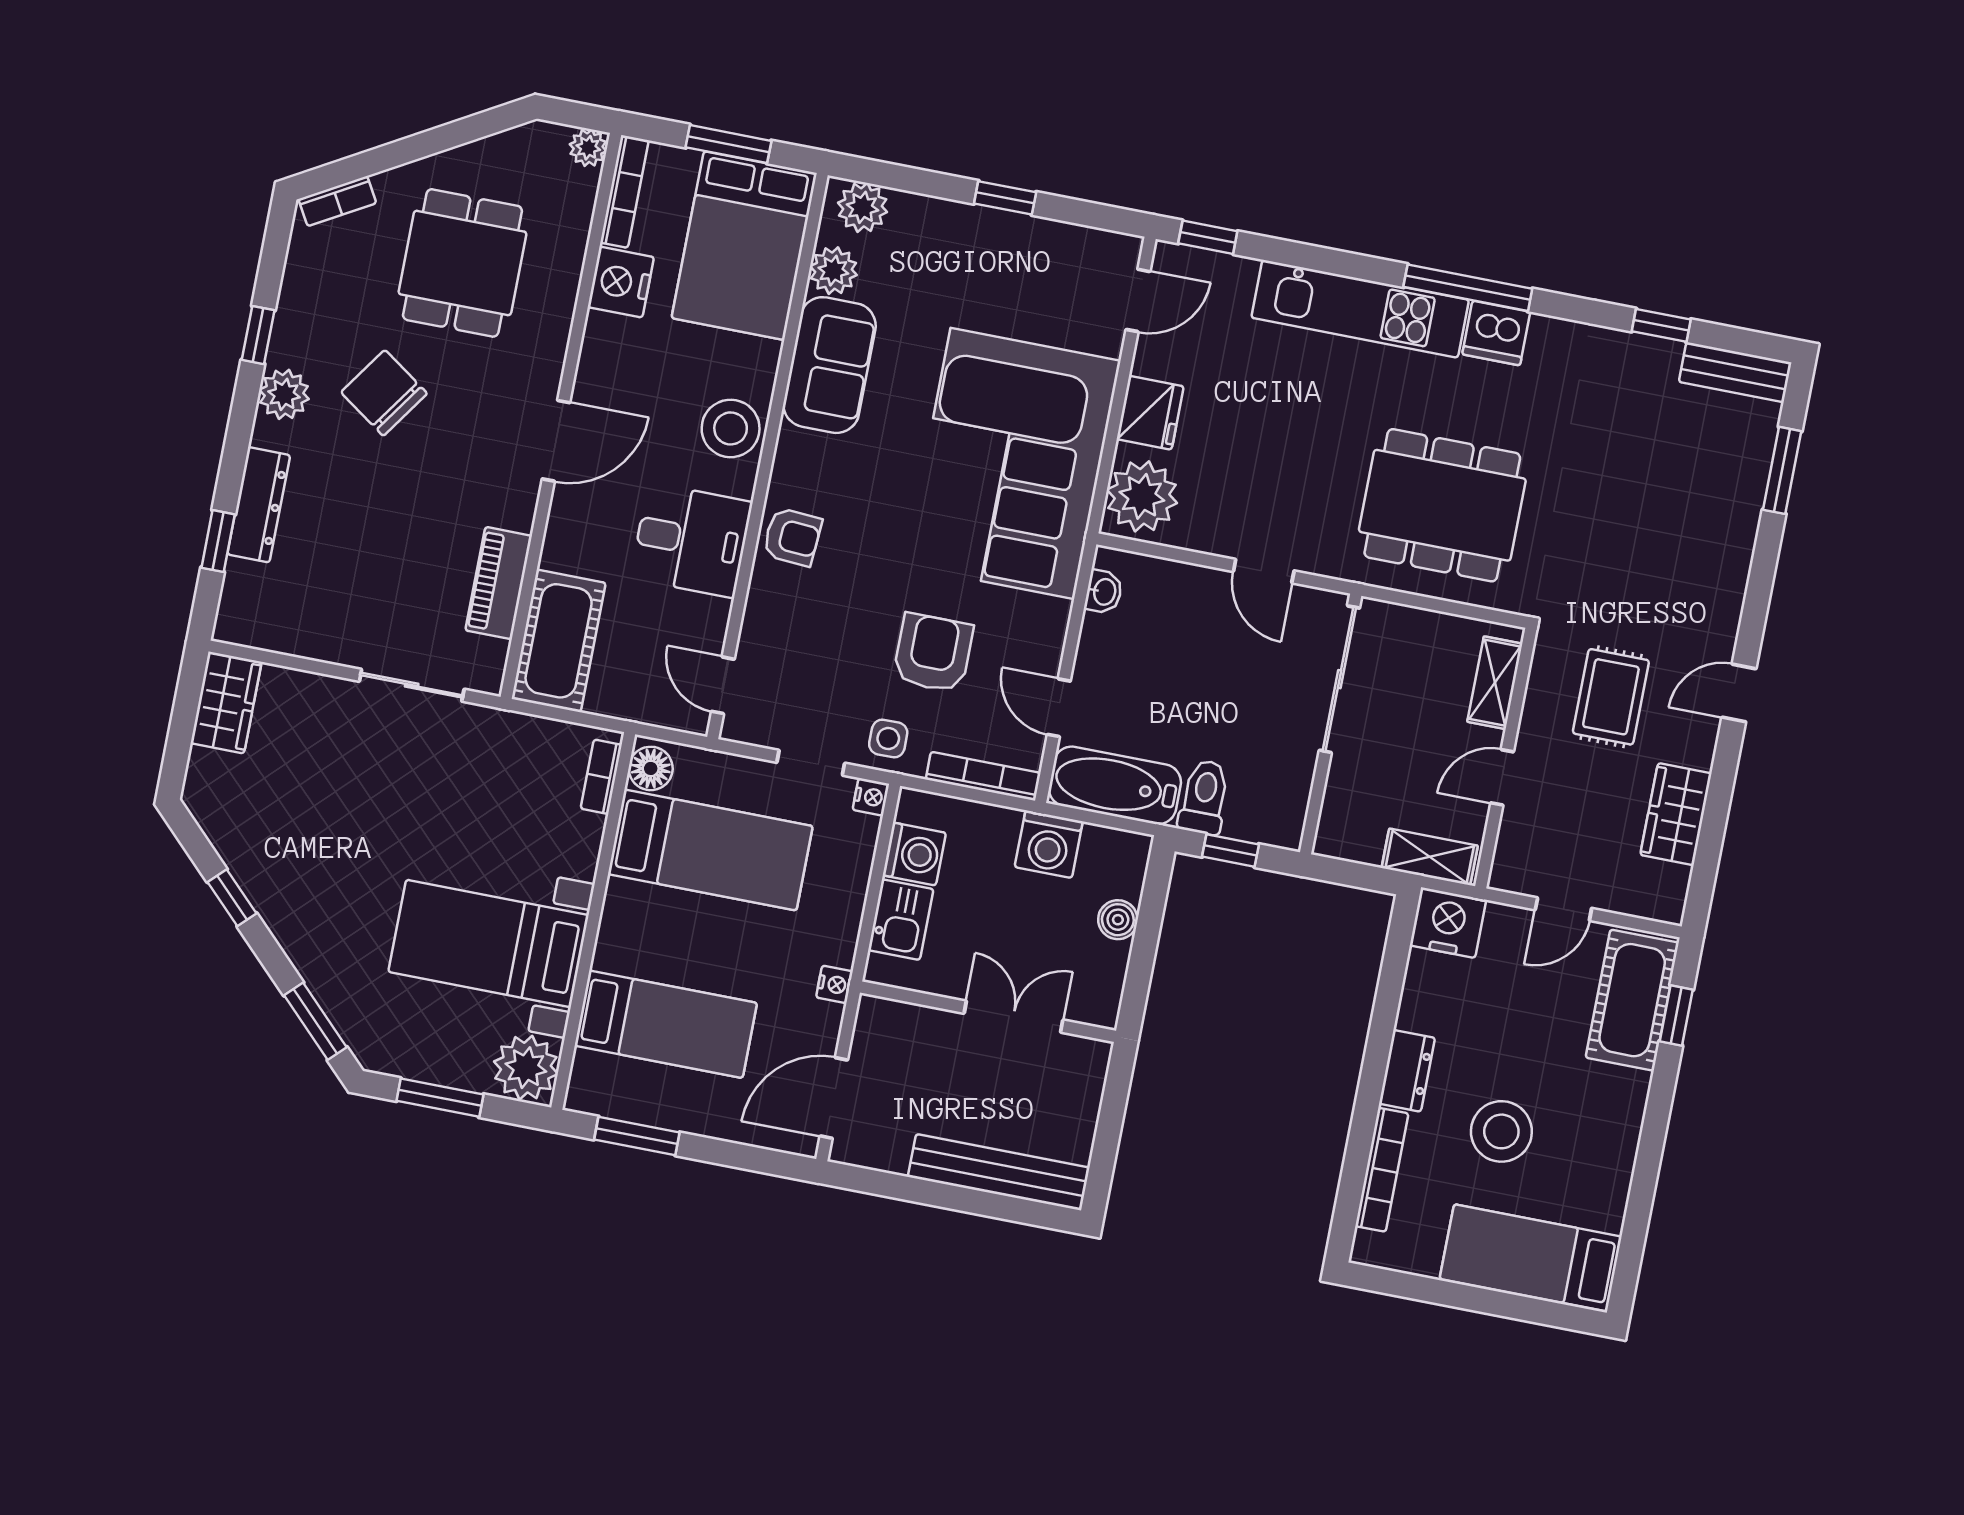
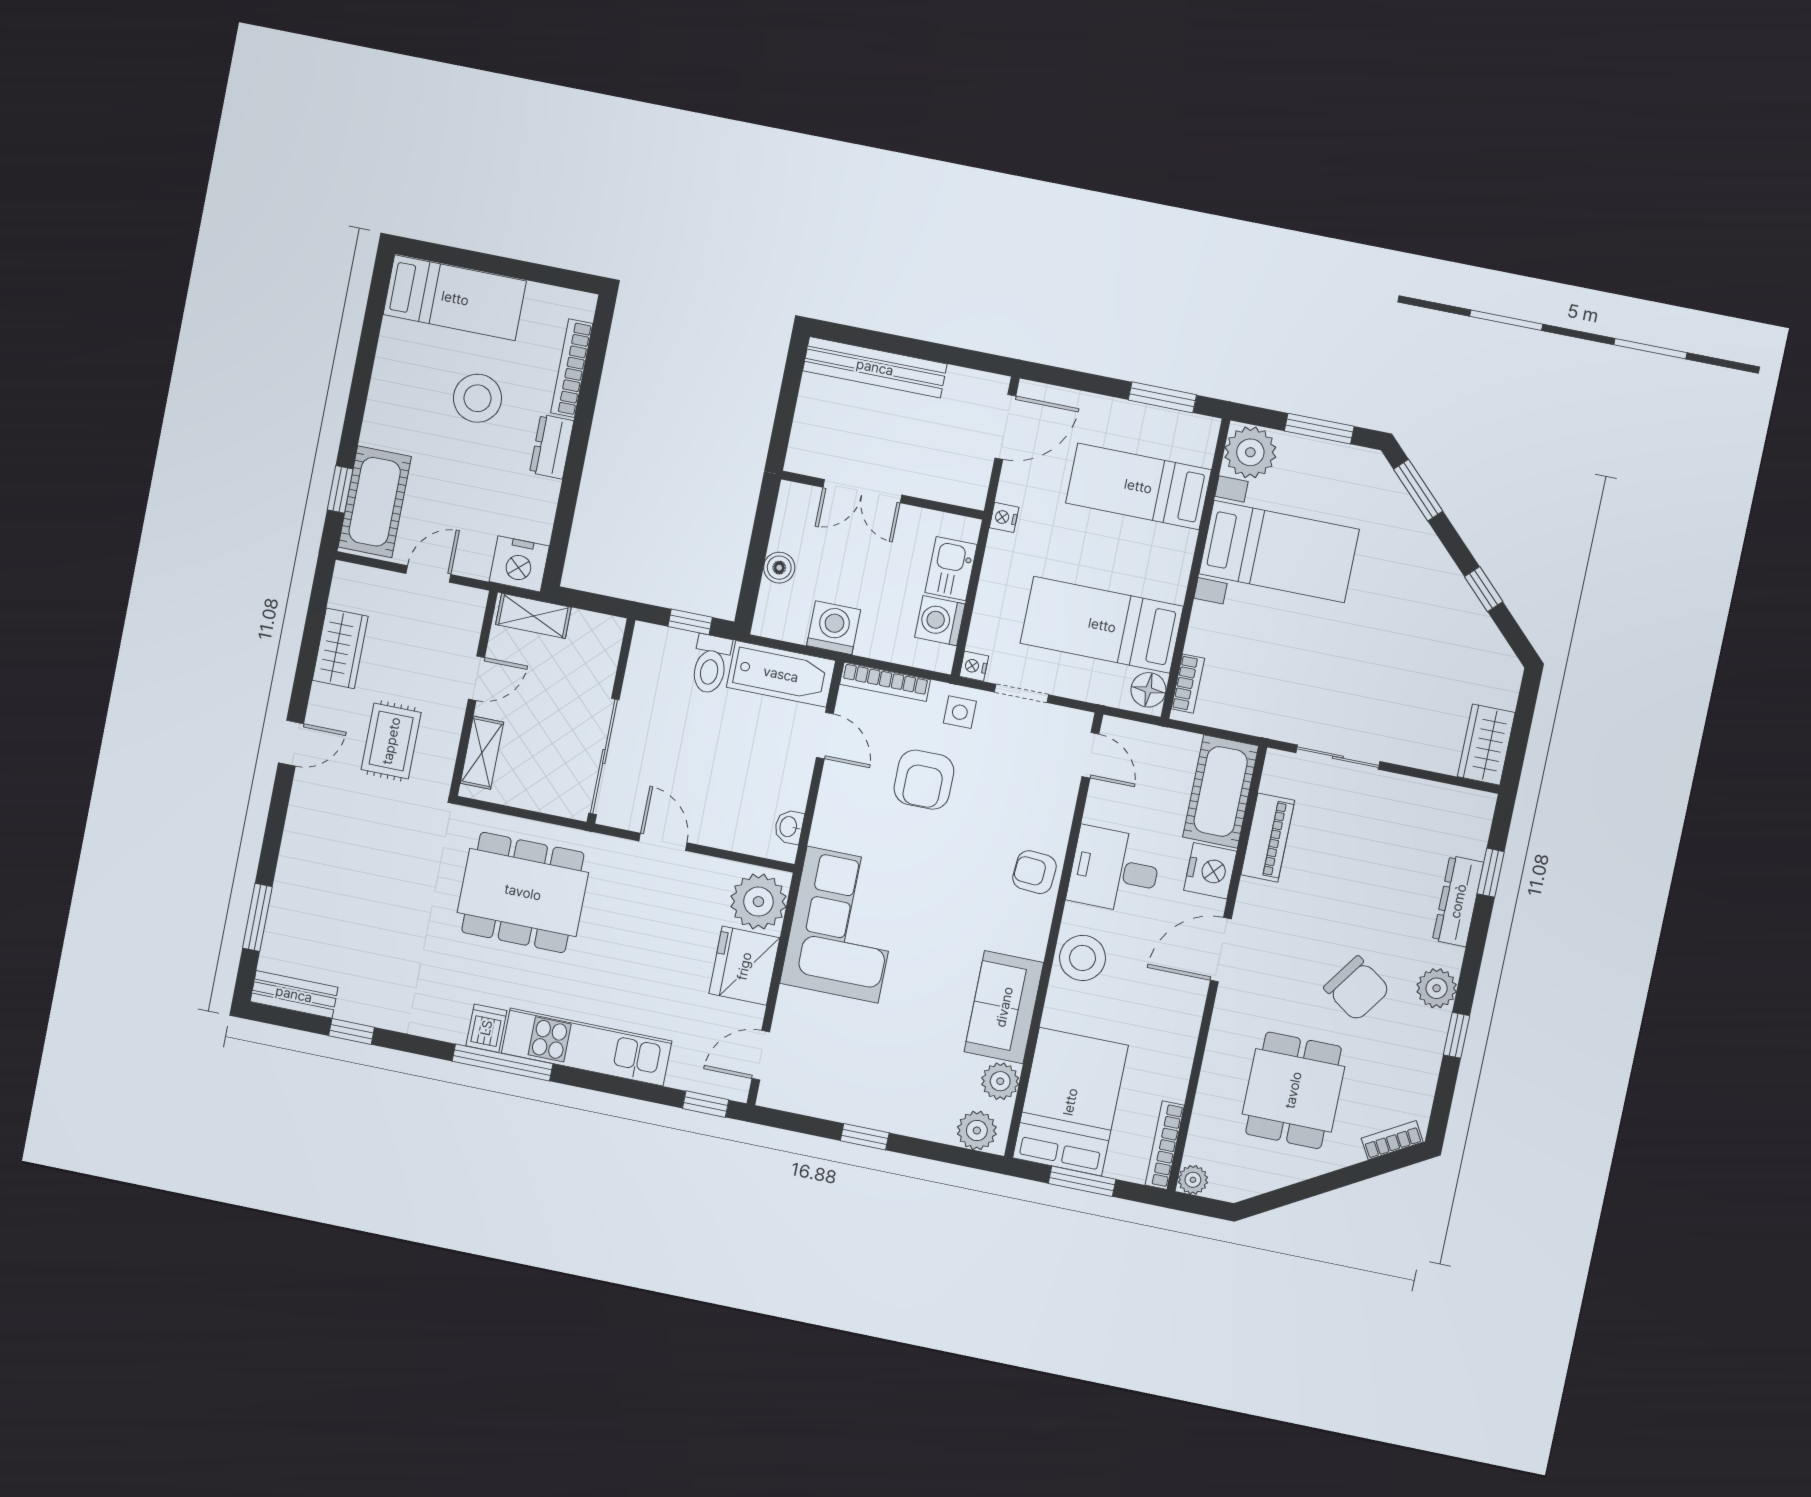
nightstand: (621, 282) -> (1210, 871), moved
dishwasher: (1496, 333) -> (486, 1028), width x0.73
fridge: (1150, 413) -> (744, 966), width x1.36, depth x1.34
corner sofa: (1012, 463) -> (843, 925), width x0.73, depth x0.74

